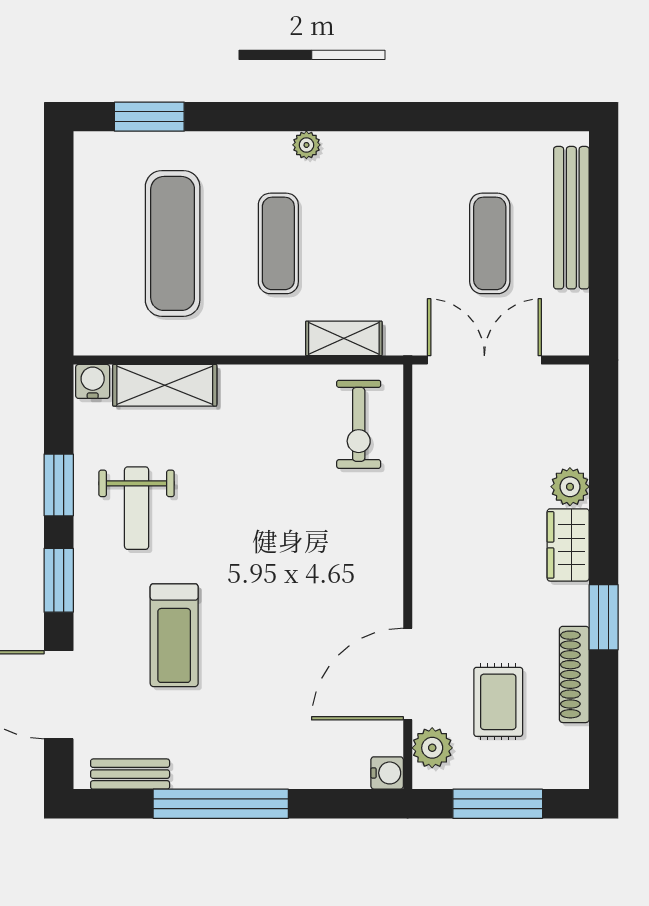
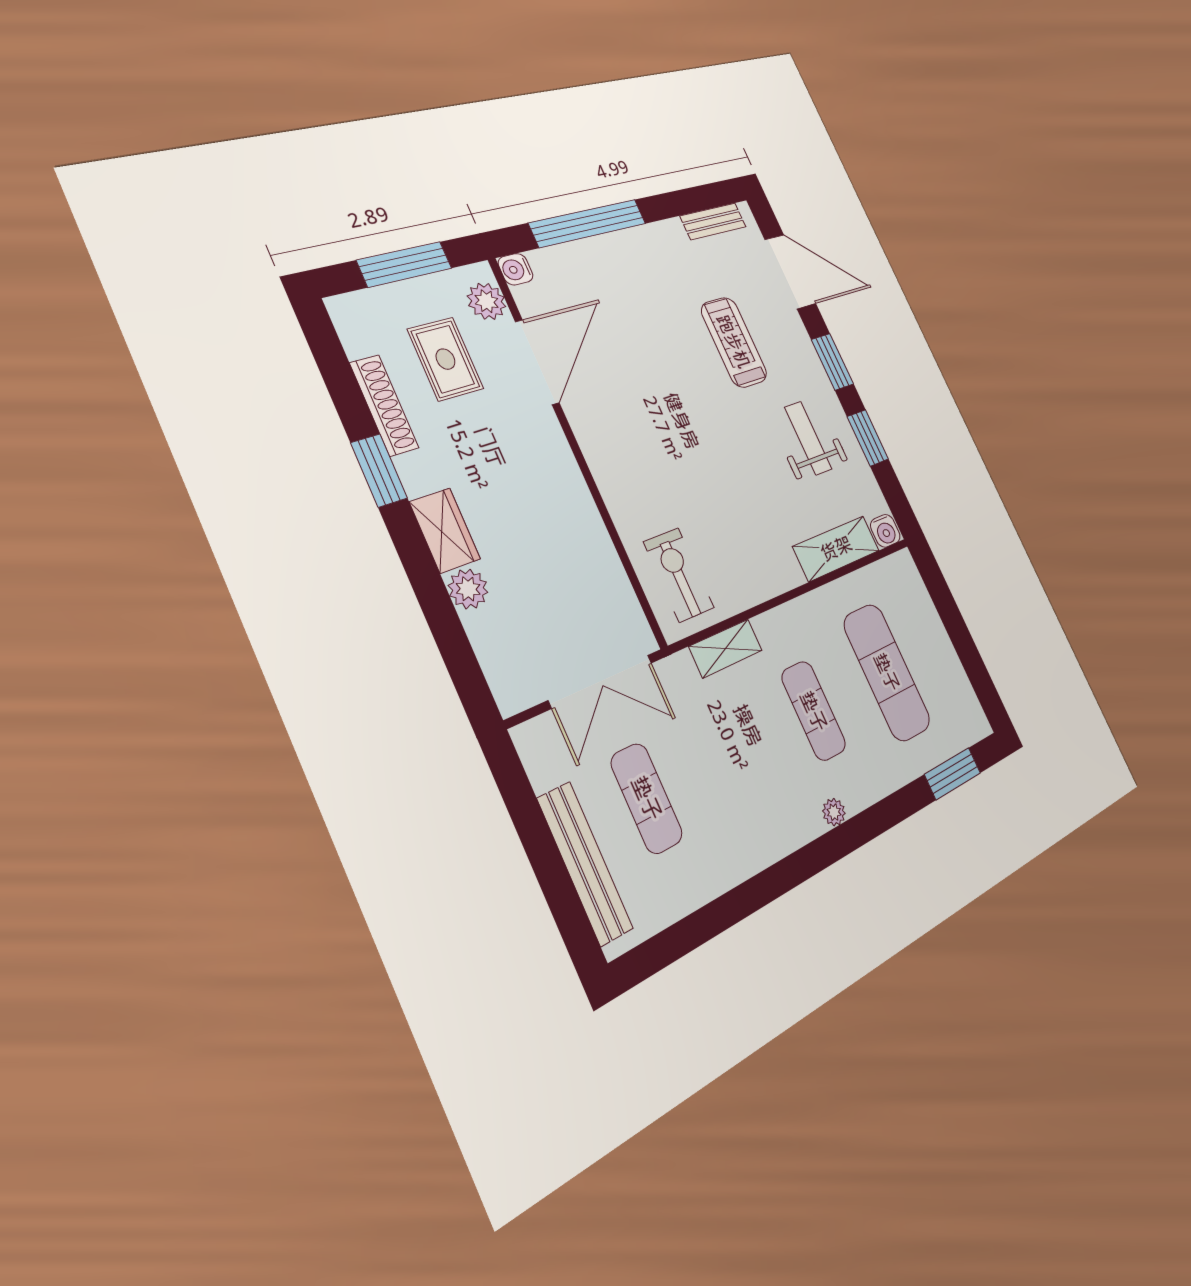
window: (221, 804) -> (588, 223), moved

